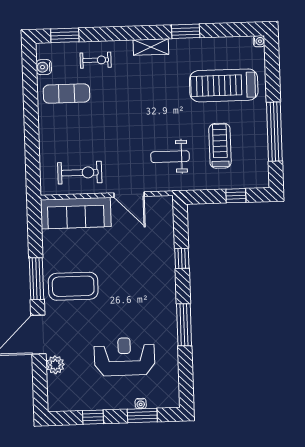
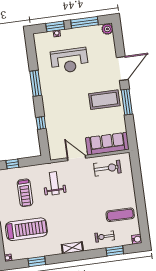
window: (186, 31) -> (37, 261), moved
window: (65, 35) -> (115, 251), moved
water cooler: (44, 67) -> (137, 239), moved
weight bench: (170, 157) -> (54, 183), turned -90
exercise bike: (80, 173) -> (107, 168), turned 180
plant: (55, 365) -> (107, 29), moved
window: (93, 417) -> (85, 22), width x2.17

